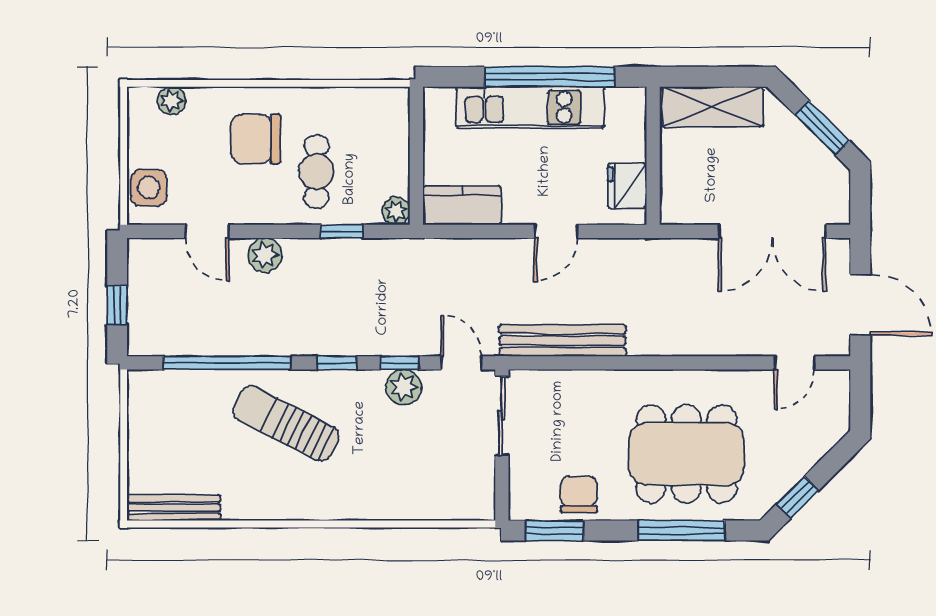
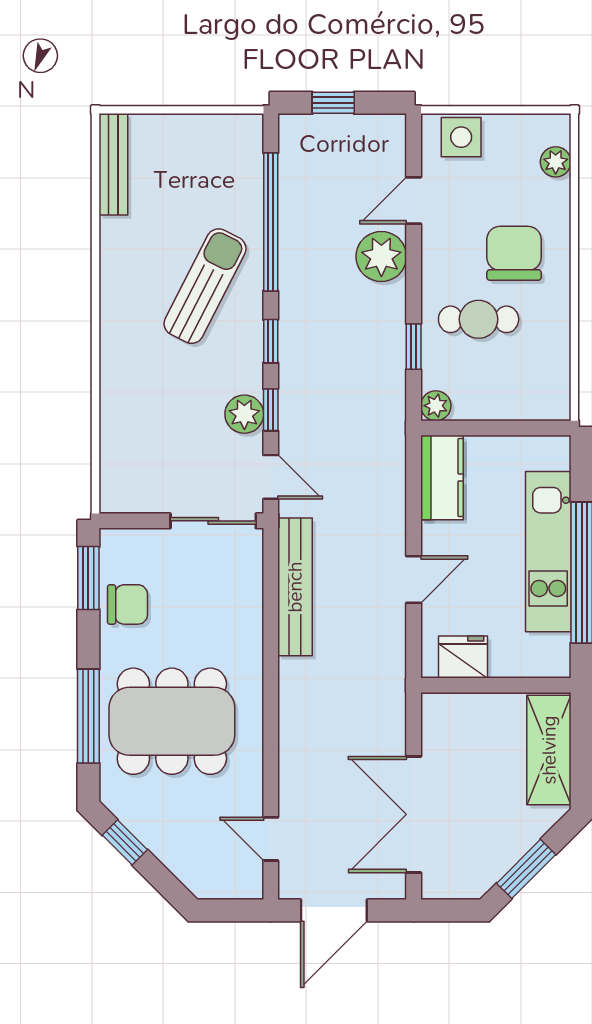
door: (556, 231) -> (414, 580), swing flipped
plant: (265, 255) -> (381, 257), width x1.36, depth x1.36
door: (461, 363) -> (271, 477), hinge flipped
dining table: (686, 454) -> (172, 721), turned 90

